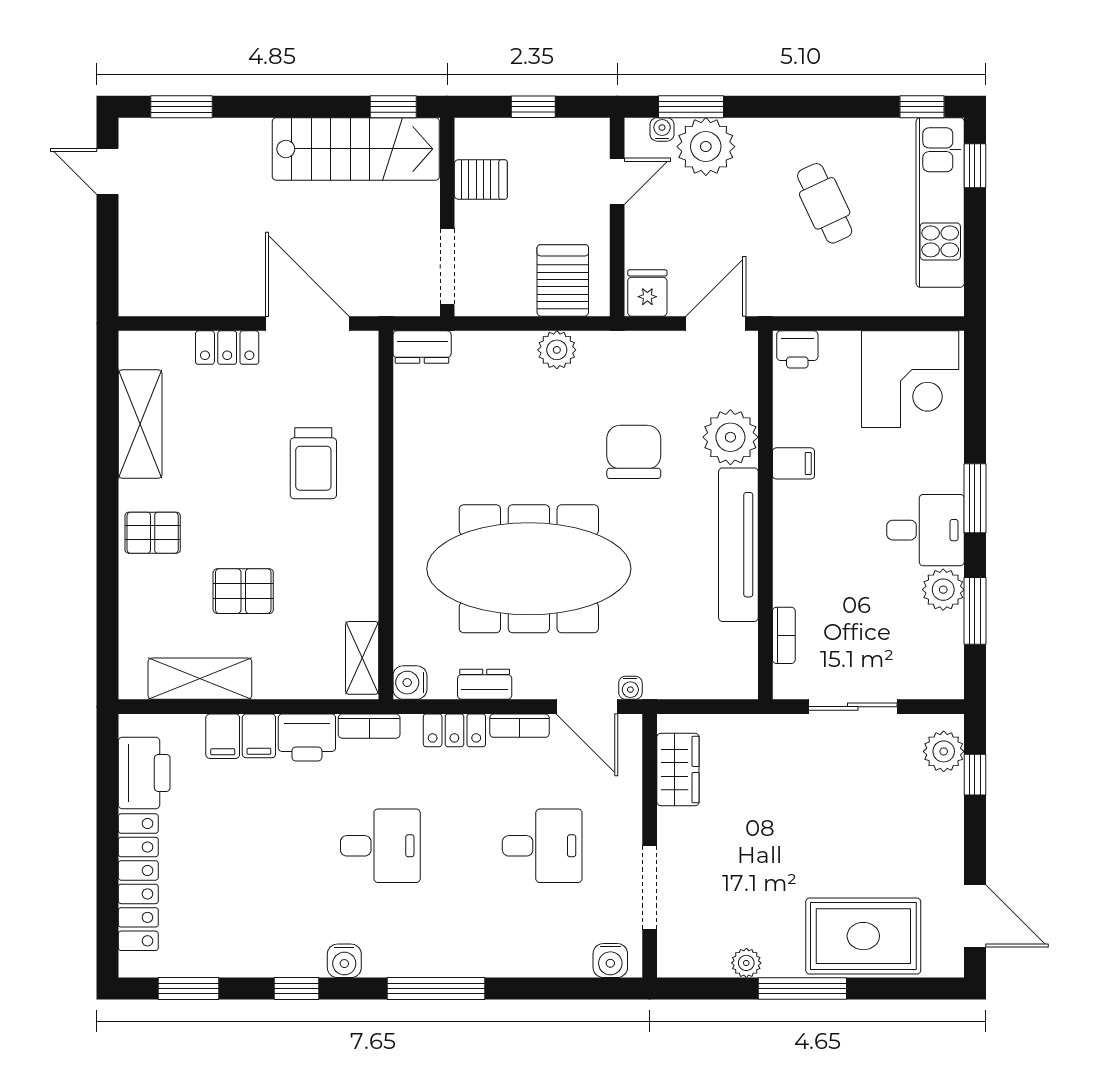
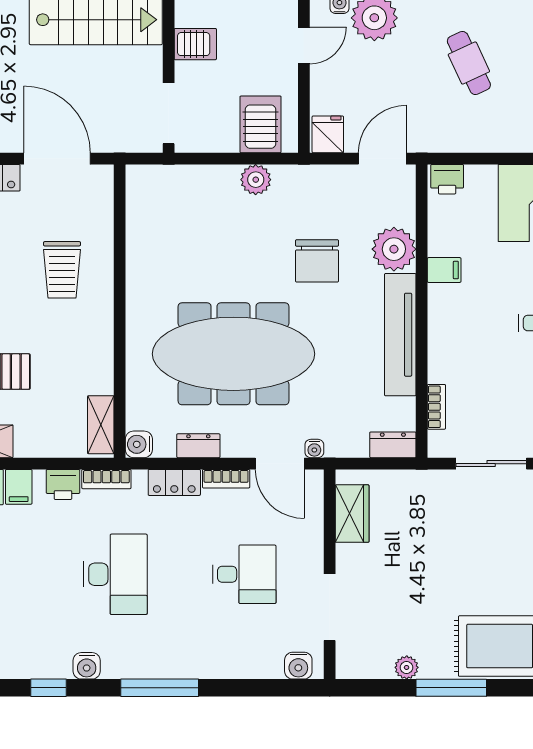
dresser: (422, 347) -> (393, 445), moved, turned 180
chair: (634, 452) -> (317, 261), turned 180
printer: (307, 737) -> (63, 484), width x0.73, depth x0.81
desk: (380, 846) -> (115, 574), width x1.37

